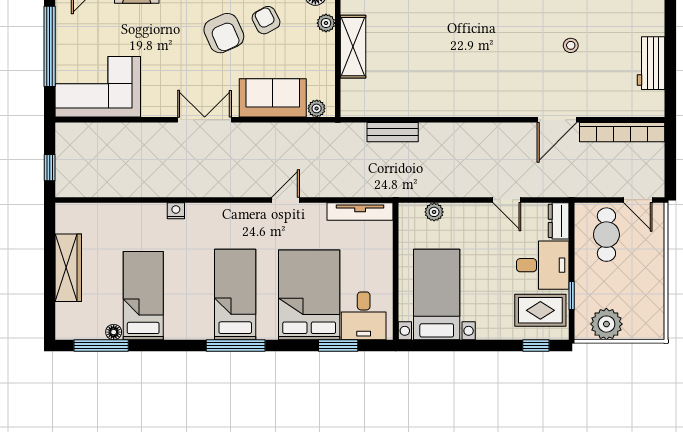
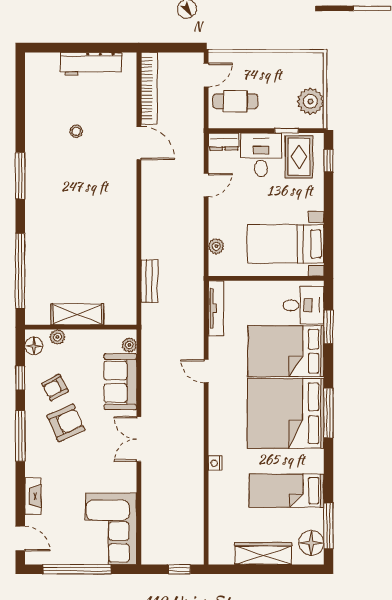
workbench: (651, 63) -> (91, 64), width x1.37
bed: (235, 294) -> (286, 413), width x2.04
floor lamp: (114, 332) -> (311, 543), moved, width x1.89, depth x1.89

